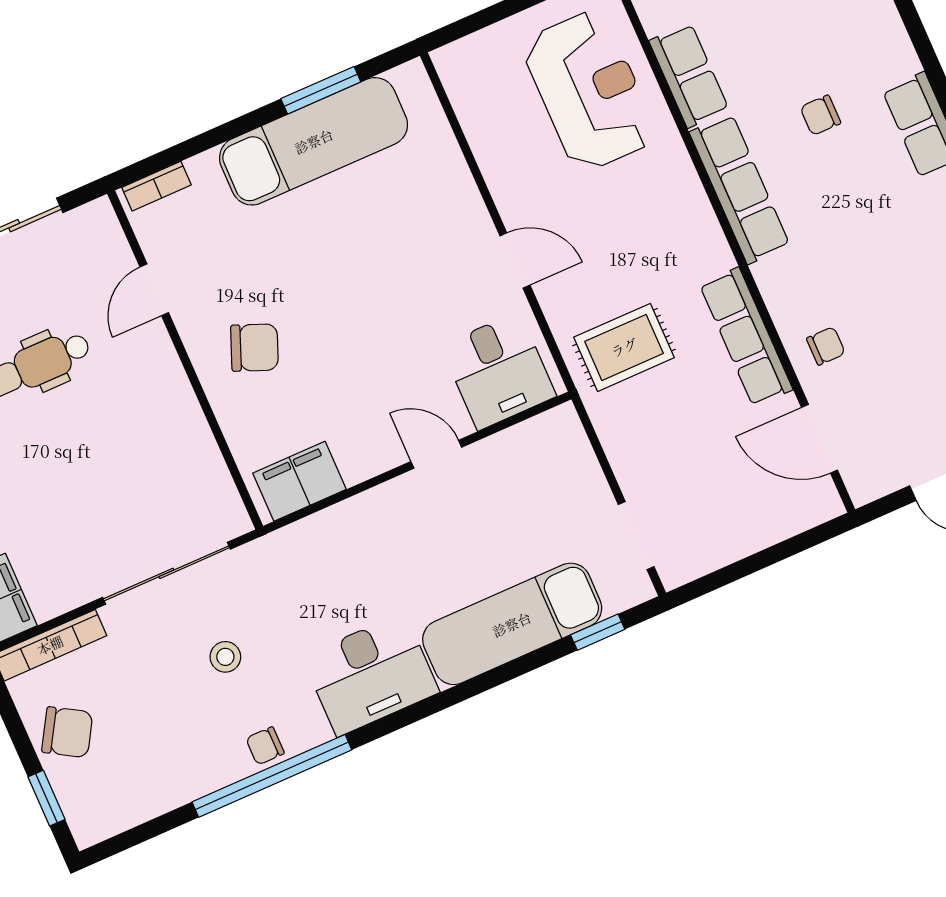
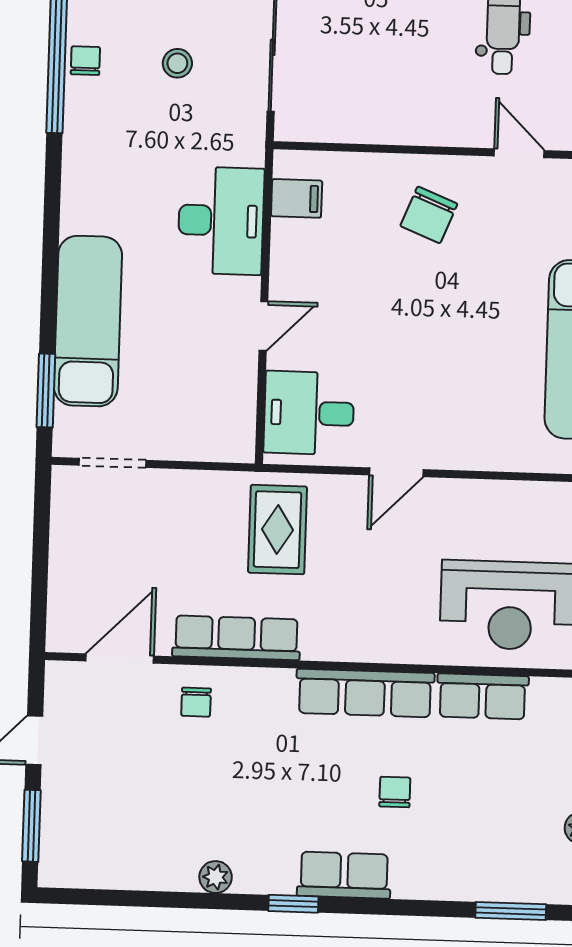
filing cabinet: (299, 481) -> (297, 198), width x0.50
window: (598, 632) -> (46, 391), width x1.50
desk: (371, 675) -> (221, 221), moved, turned 180

